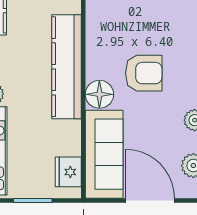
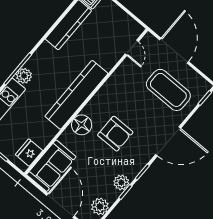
sofa: (104, 154) -> (51, 166), width x0.73

